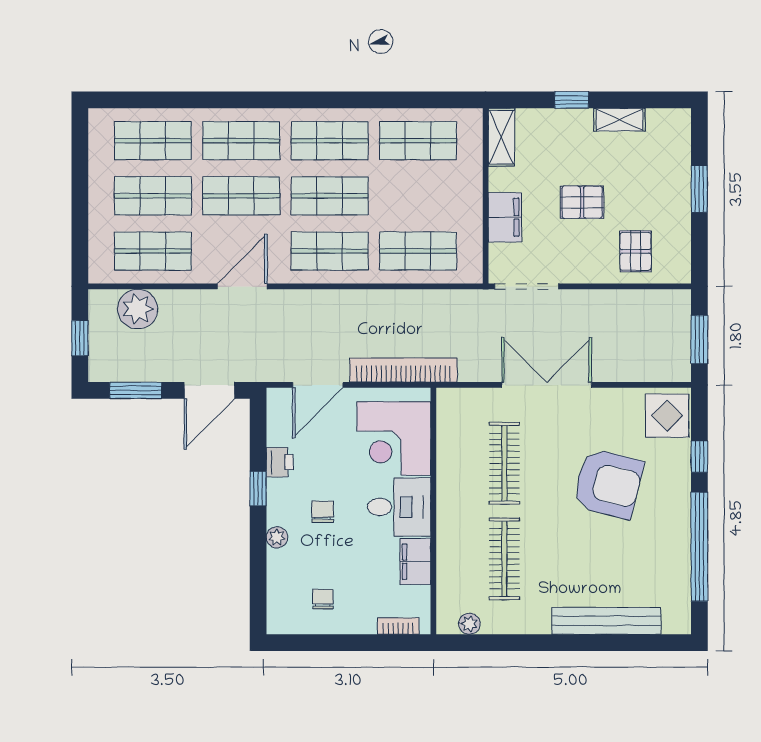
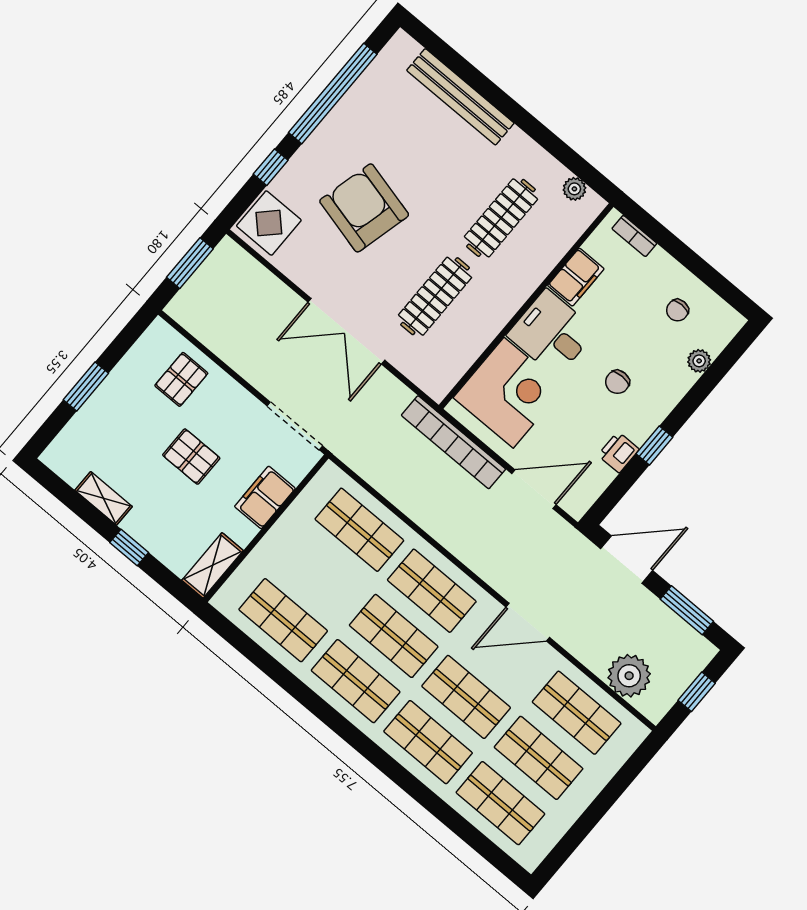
plant: (277, 537) -> (699, 361), moved

